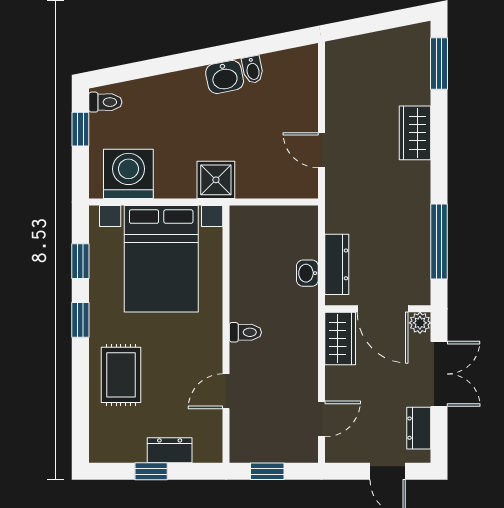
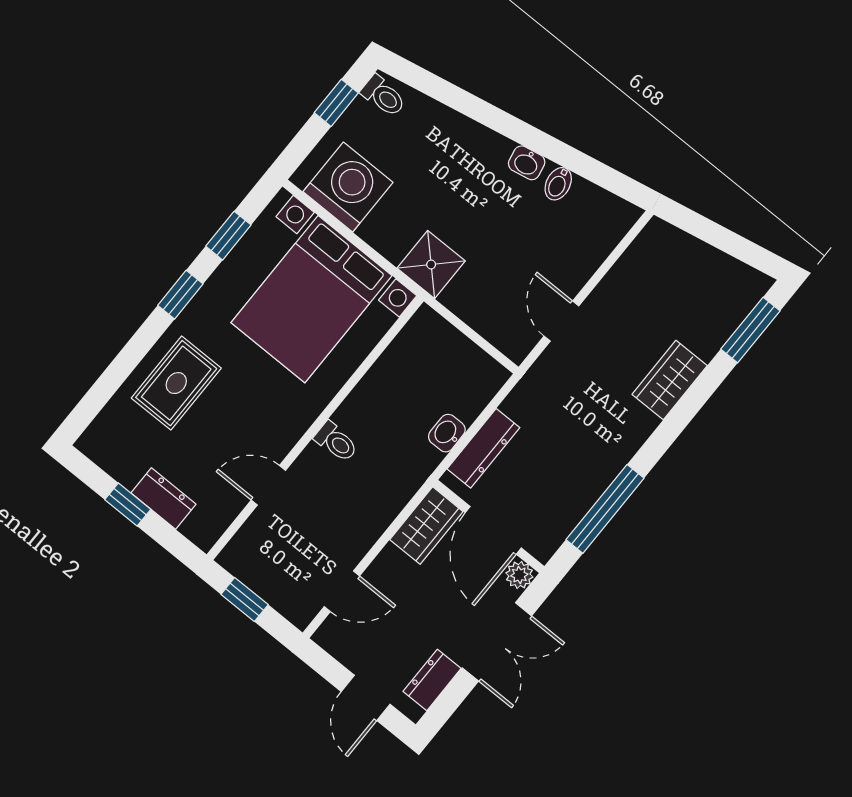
washbasin: (225, 77) -> (527, 163), width x0.72, depth x0.69

